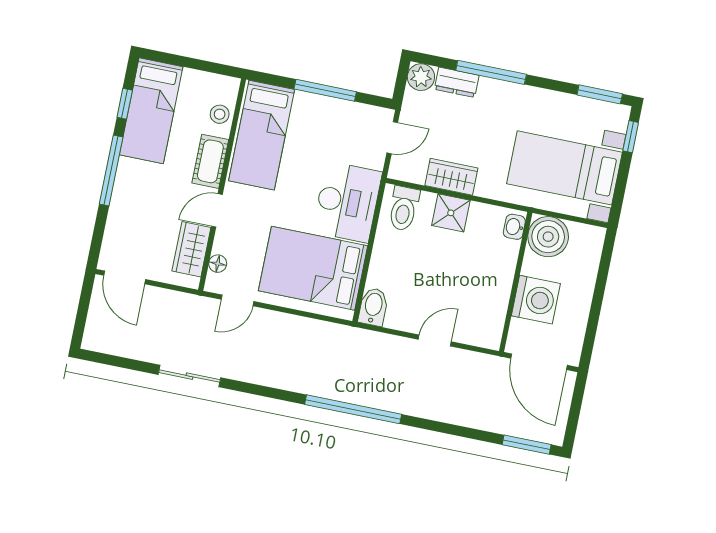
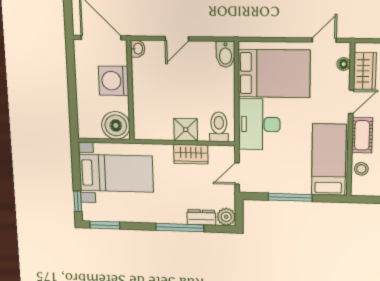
washbasin: (514, 227) -> (138, 49), moved

